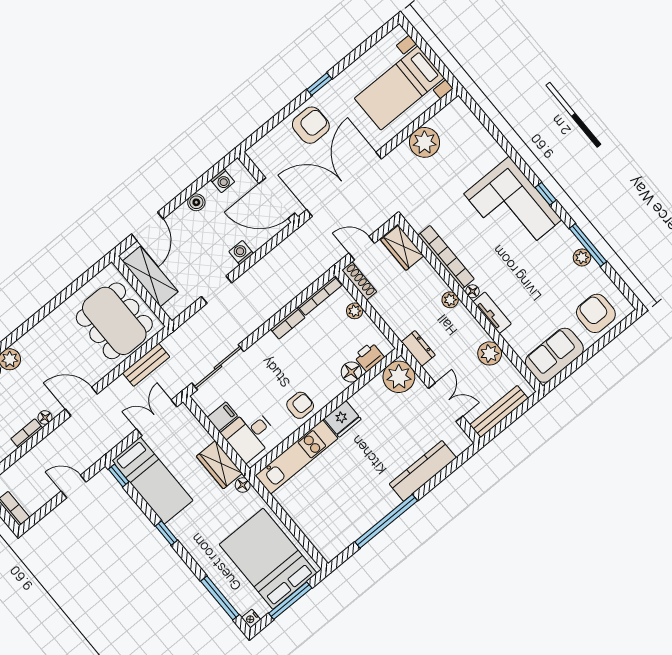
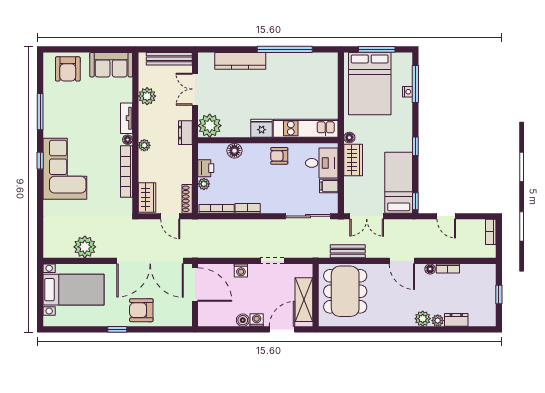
washing machine: (223, 181) -> (257, 320), moved
plant: (582, 257) -> (49, 107), removed
printer: (369, 357) -> (206, 168), moved, turned -90
nightstand: (251, 619) -> (407, 92), moved

